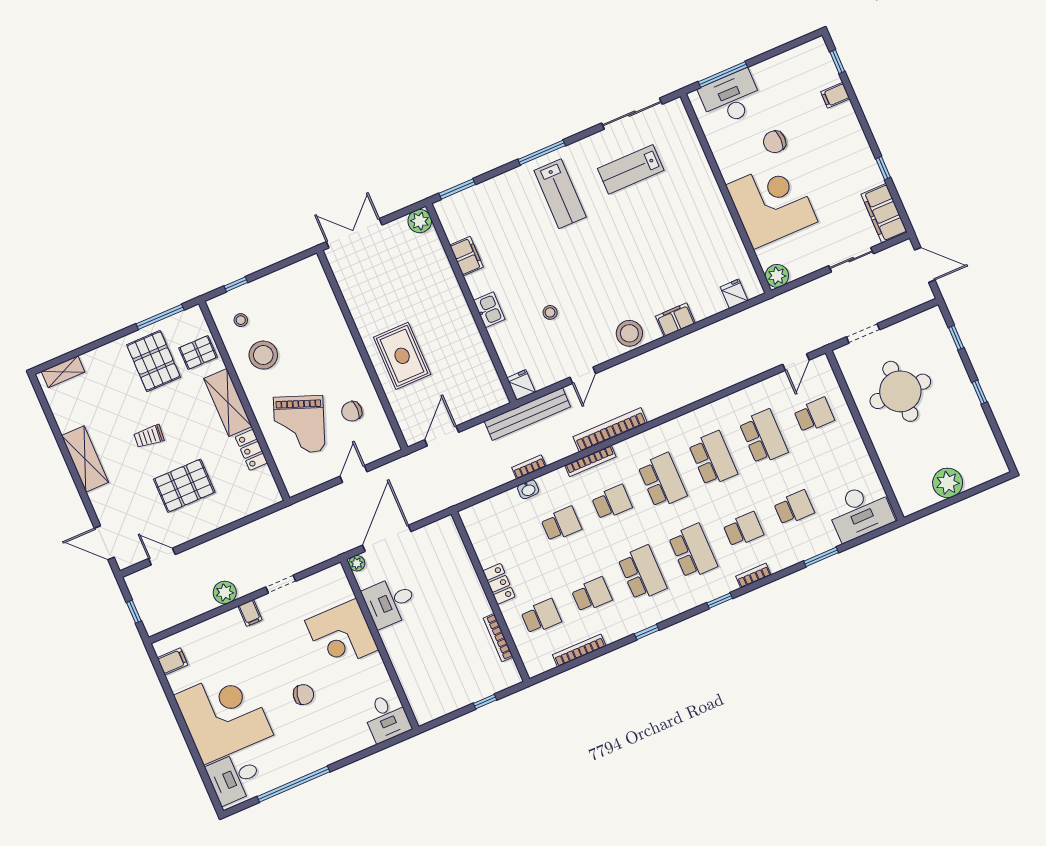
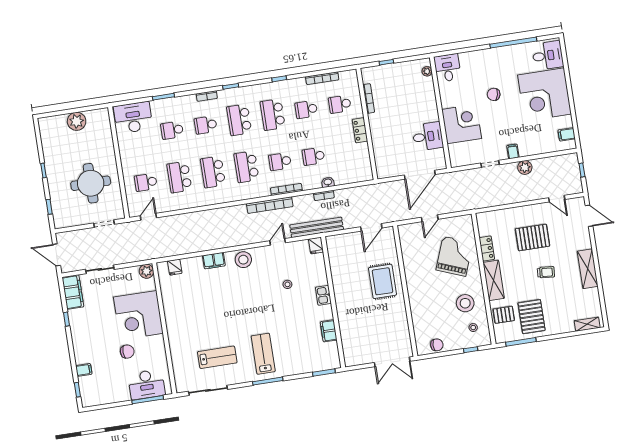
plant: (420, 221) -> (351, 359), removed
chair: (352, 411) -> (437, 345), moved
plant: (357, 563) -> (427, 71), moved

